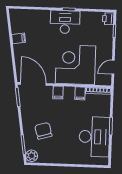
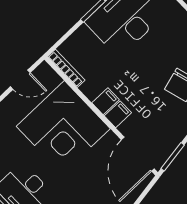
filing cabinet: (80, 93) -> (105, 101), moved

